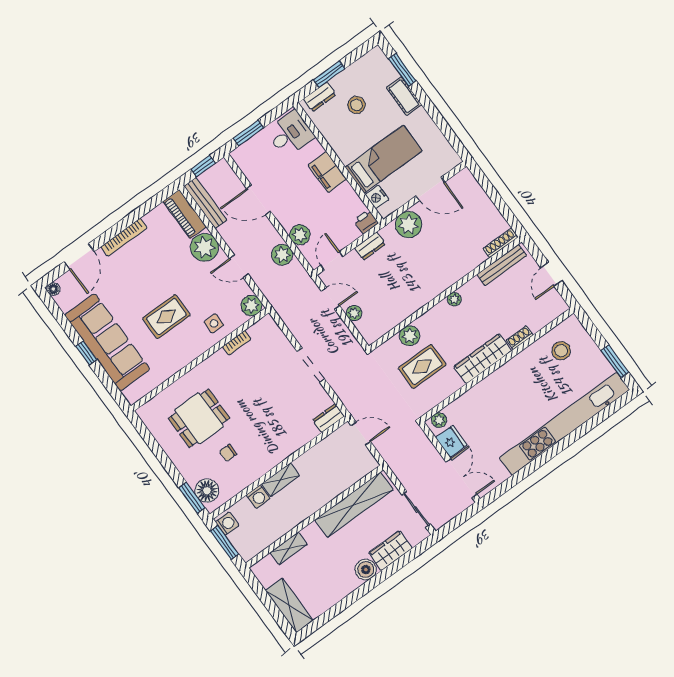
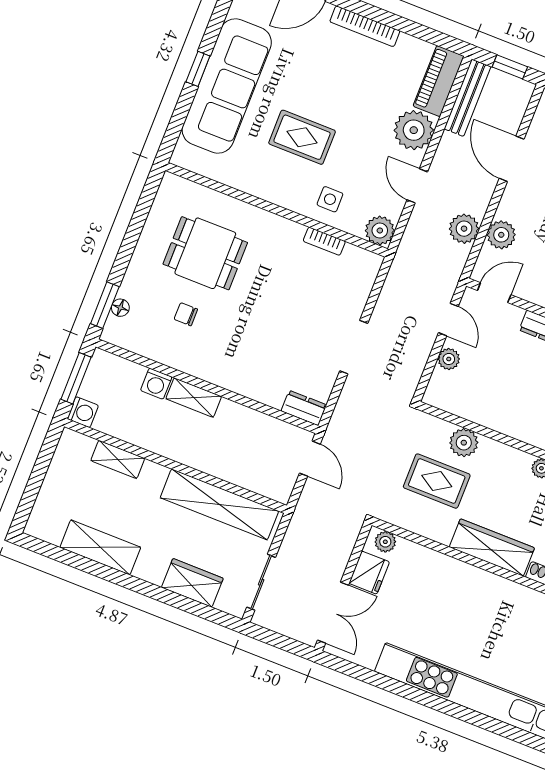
floor lamp: (207, 491) -> (120, 308), width x0.53, depth x0.53
washing machine: (227, 524) -> (83, 412), moved
boiler: (366, 570) -> (151, 568), removed
shelving: (289, 605) -> (100, 547), moved, turned 90

